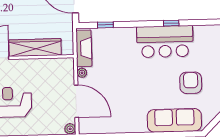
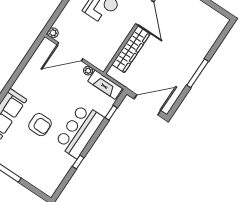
bar counter: (165, 42) -> (79, 131), moved
armchair: (191, 83) -> (40, 125), moved

